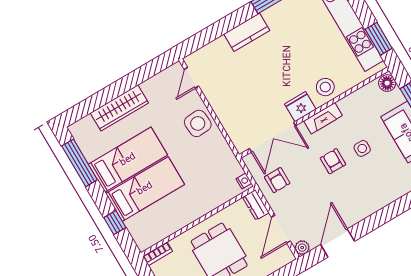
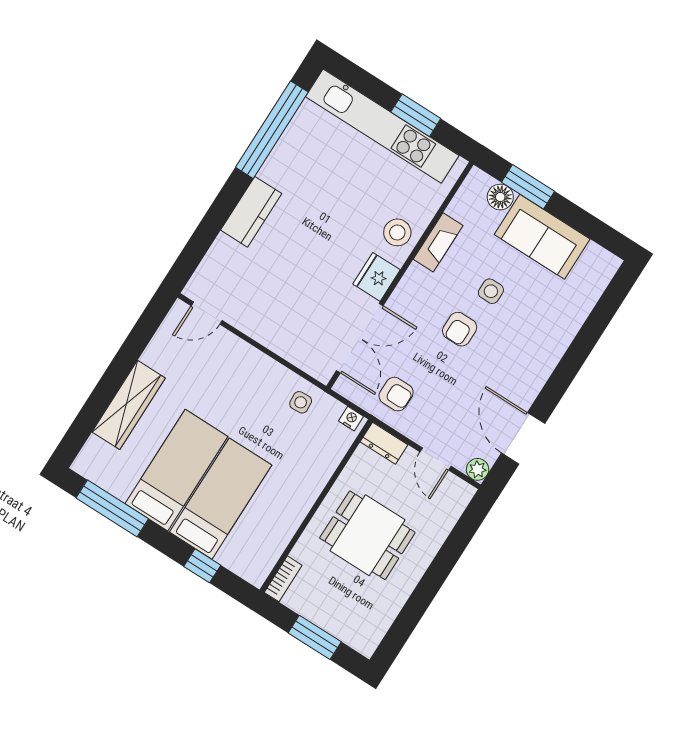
window: (379, 39) -> (416, 115), moved
door: (191, 78) -> (207, 313), hinge flipped
floor lamp: (387, 83) -> (500, 197), moved
fireplace: (323, 118) -> (438, 242), moved
side table: (198, 123) -> (301, 402), moved, width x0.54, depth x0.54
armchair: (333, 161) -> (460, 329), turned -90
door: (281, 229) -> (435, 459), width x0.73

